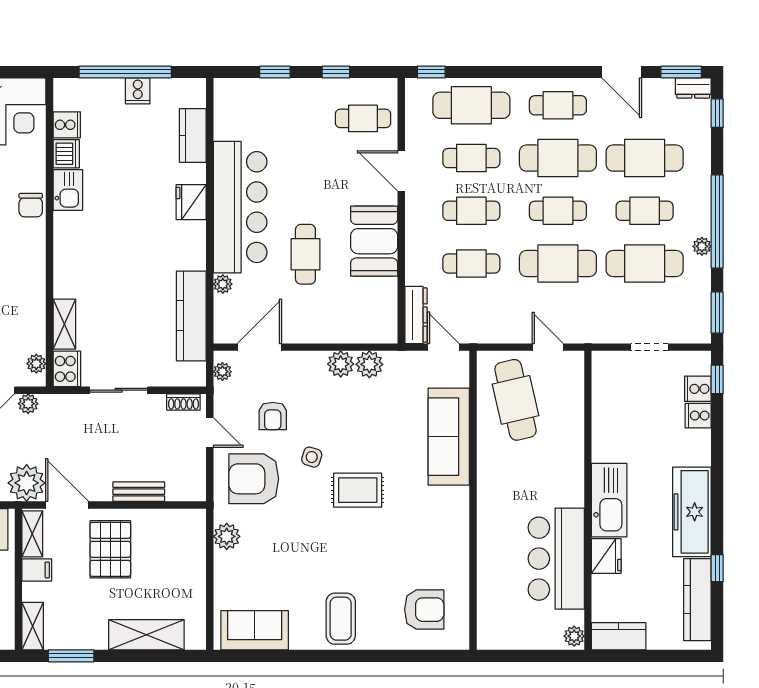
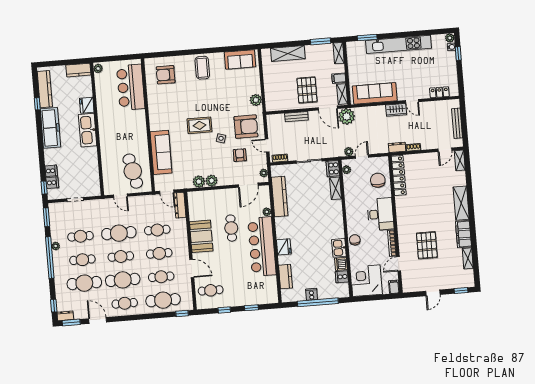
cafe table: (645, 264) -> (80, 236), width x0.73, depth x0.74
bar counter: (556, 559) -> (131, 87), moved, turned 180

